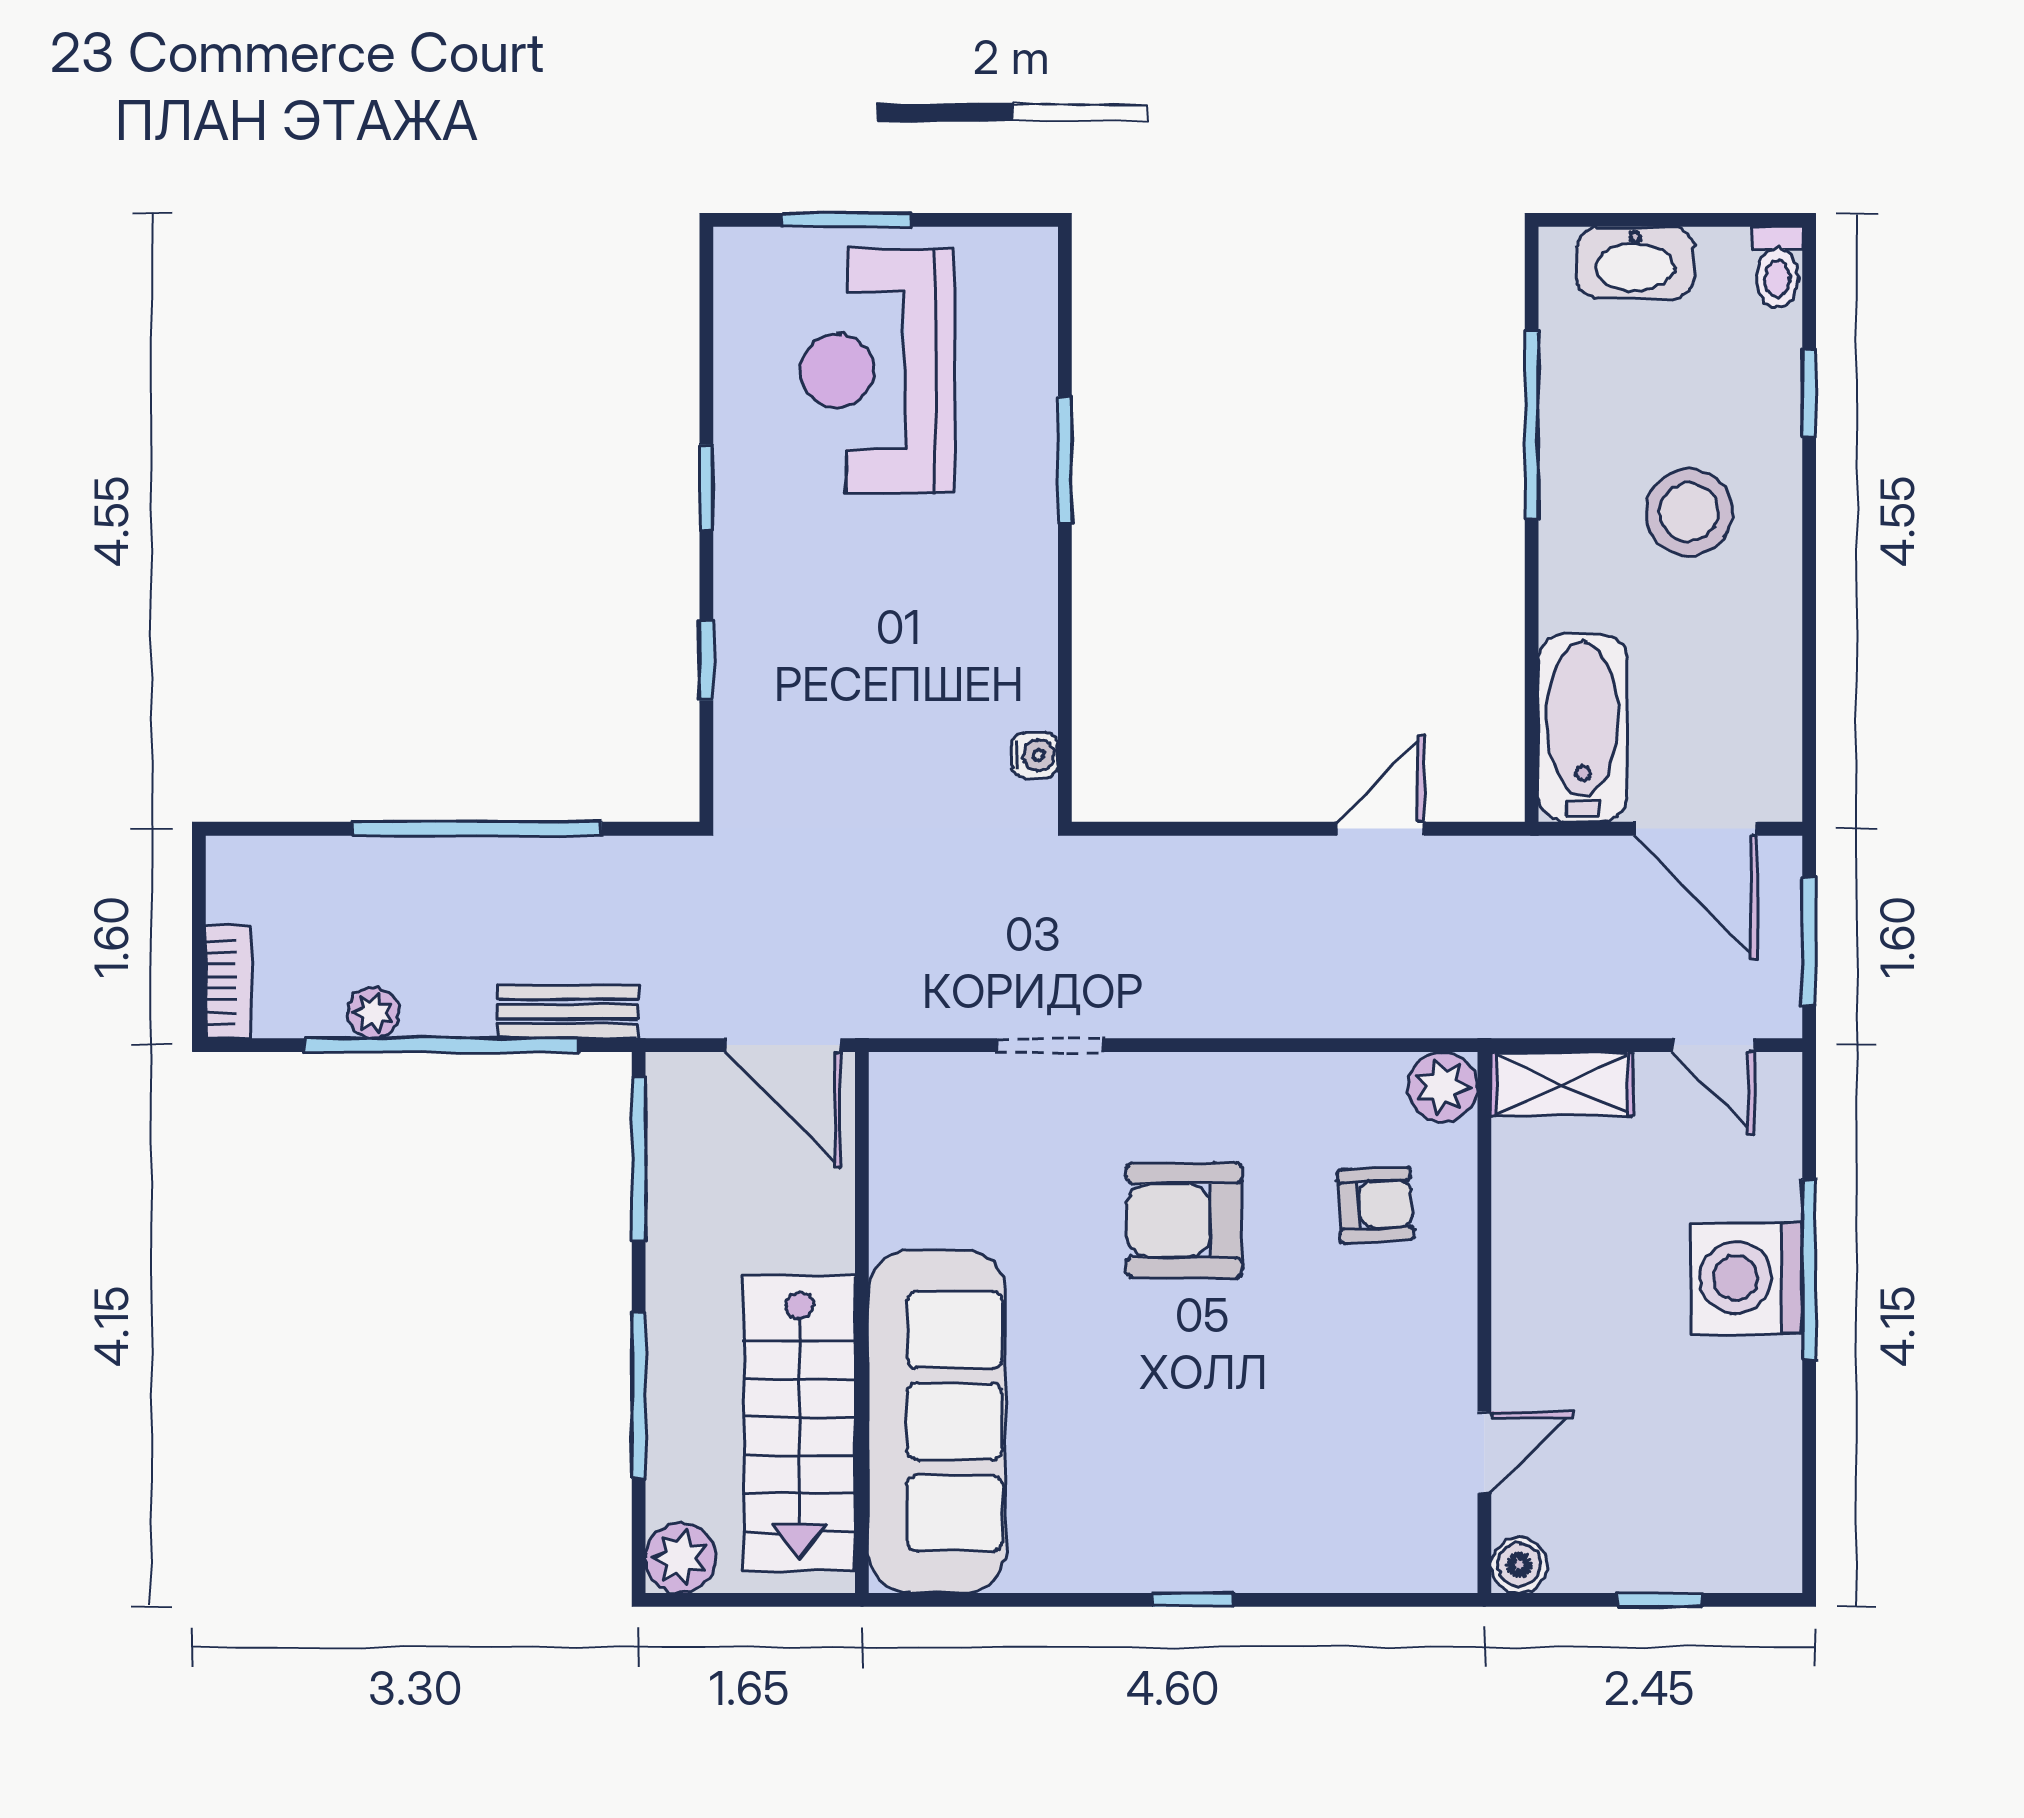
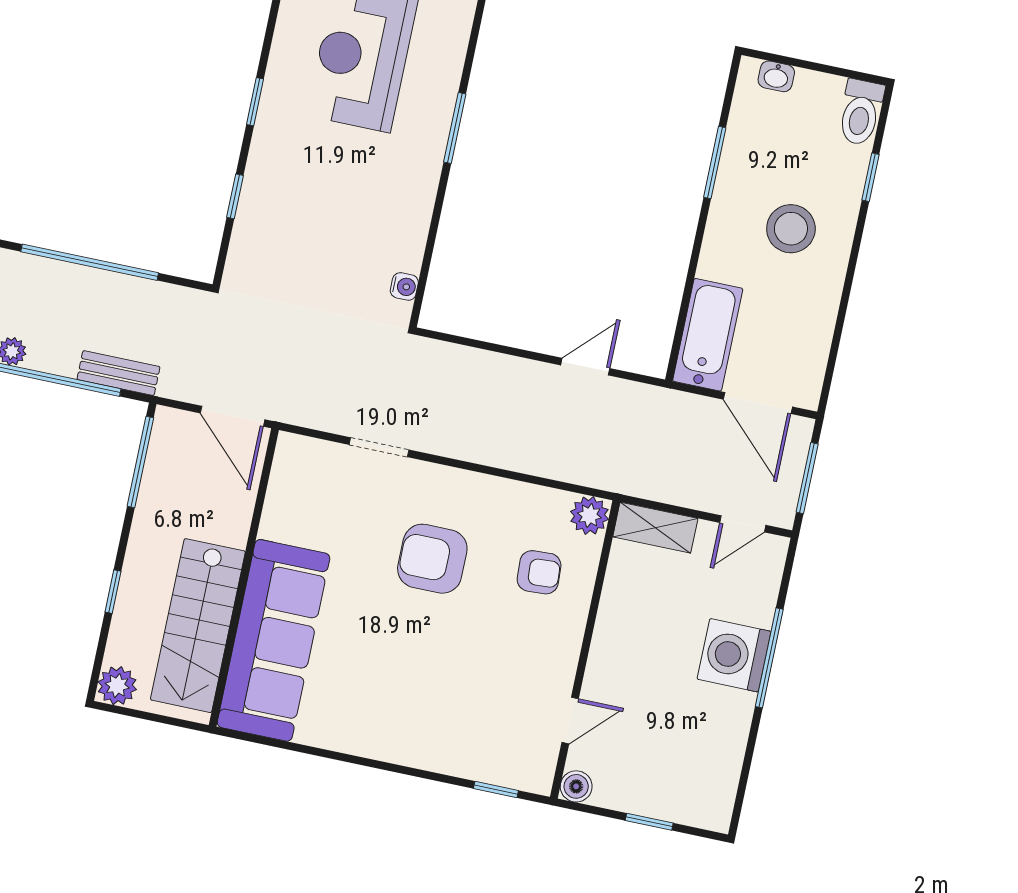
washbasin: (1635, 262) -> (776, 76), width x0.52, depth x0.69
toilet: (1777, 267) -> (861, 112), width x1.37, depth x1.39
window: (1532, 424) -> (715, 162), width x0.69
door: (1714, 1045) -> (743, 524), hinge flipped
window: (639, 1395) -> (113, 592), width x0.46
window: (1193, 1600) -> (496, 789), moved

